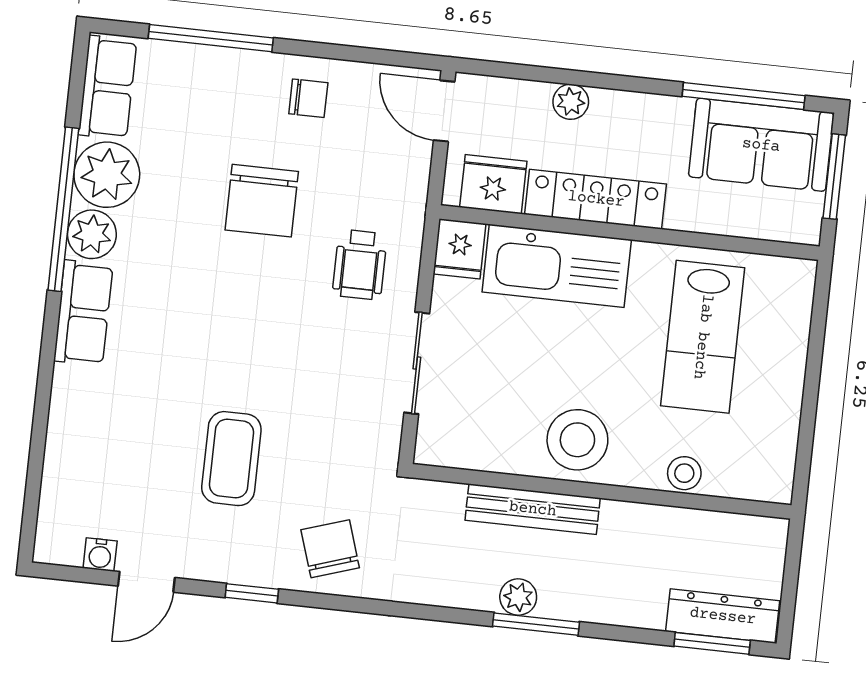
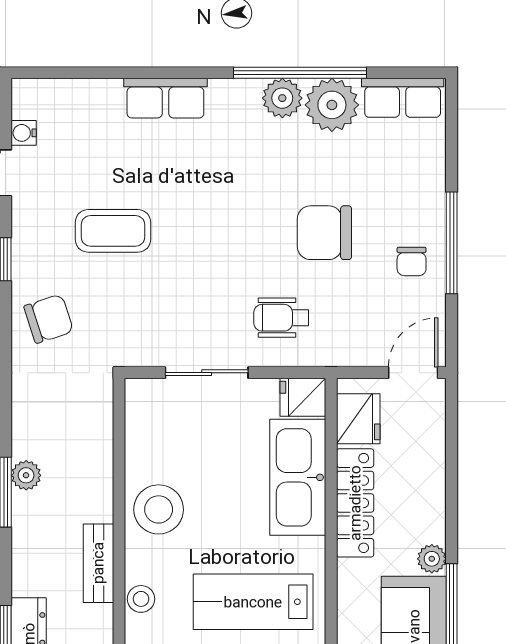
window: (211, 38) -> (452, 243), moved
plant: (571, 102) -> (432, 559), moved
row of seats: (83, 313) -> (165, 98), moved
bench: (533, 509) -> (98, 563), moved, width x0.73

